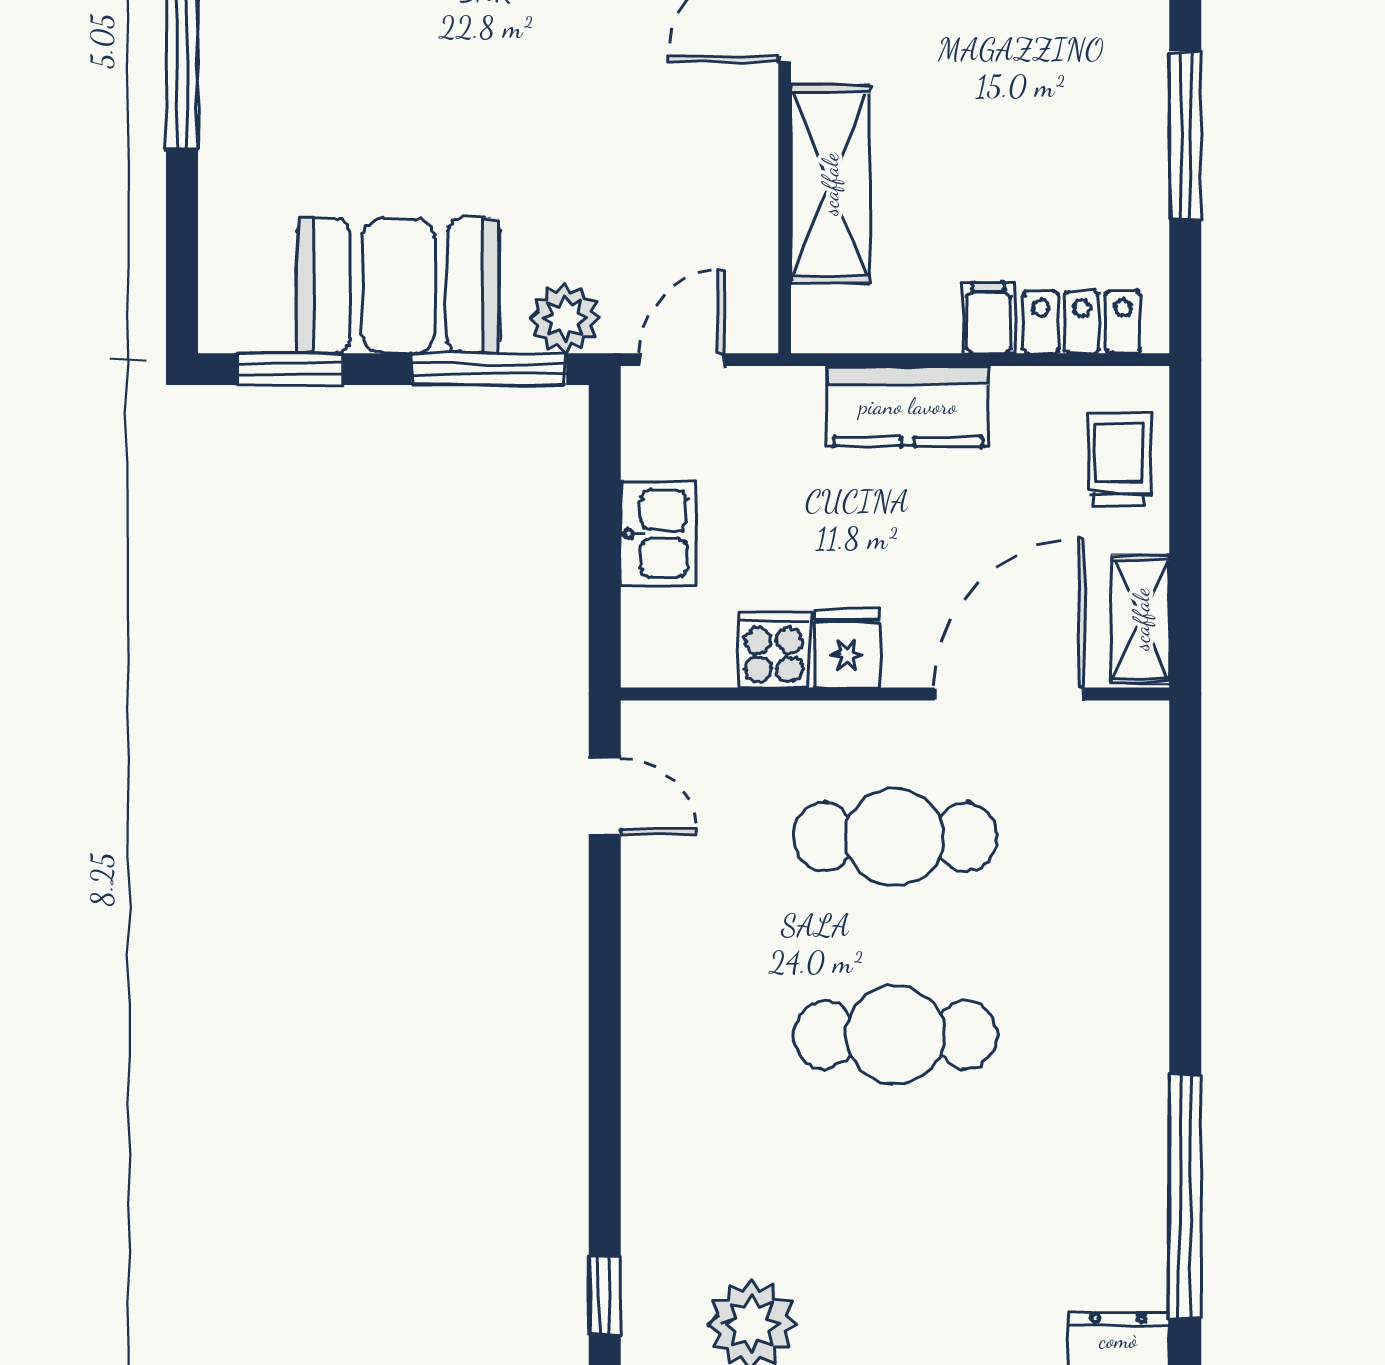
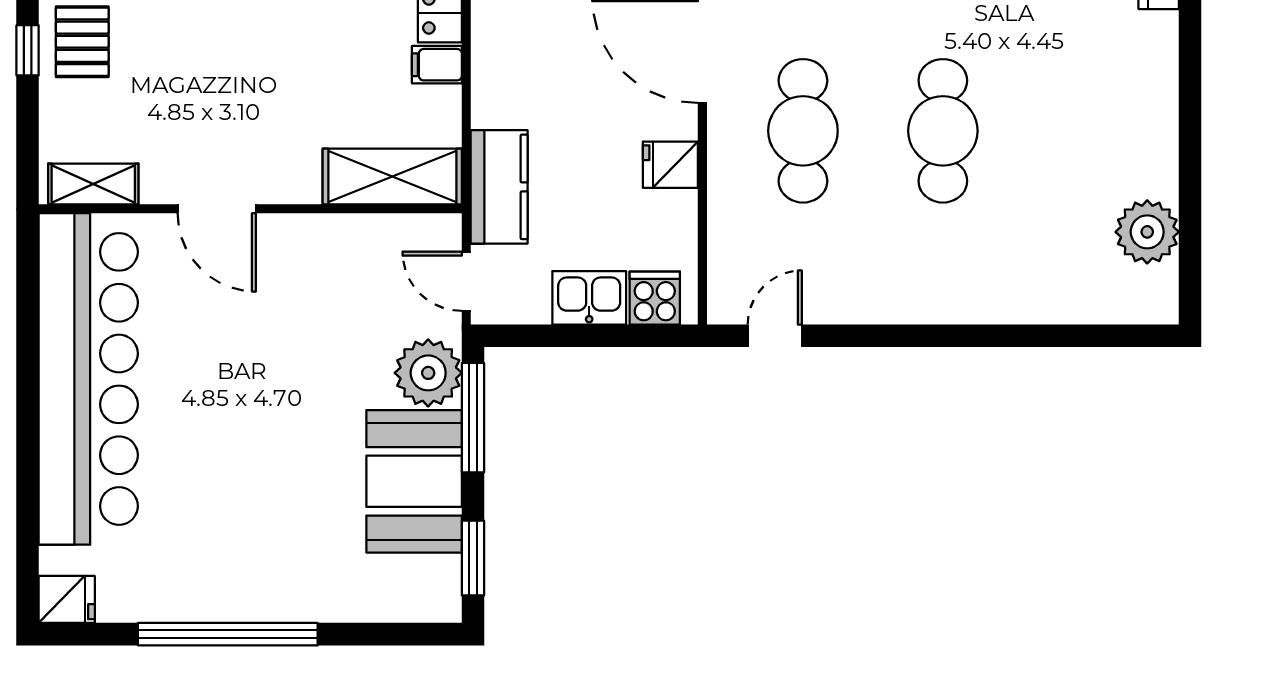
shelving: (830, 184) -> (392, 176), moved
plant: (565, 318) -> (428, 373), width x1.36, depth x1.36
kitchen counter: (908, 406) -> (499, 187), moved
cooker: (774, 650) -> (655, 298), moved, turned 90
window: (605, 1295) -> (1127, 336), removed

